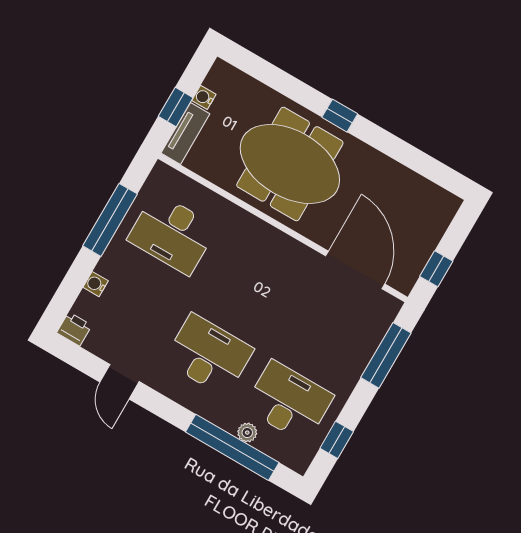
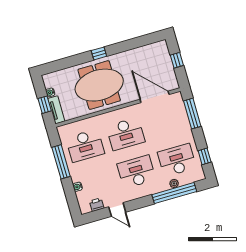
window: (436, 269) -> (177, 60), moved
desk: (252, 280) -> (126, 134), added
printer: (74, 329) -> (97, 205), moved

